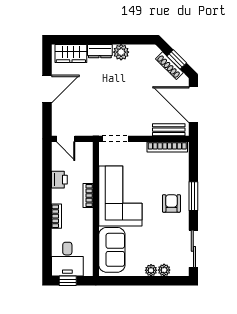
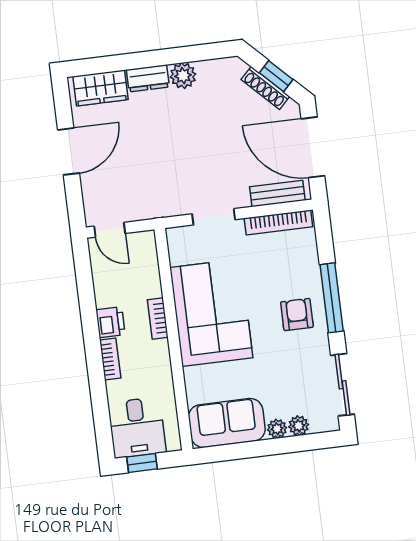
doorway: (115, 139) -> (214, 217), moved
printer: (59, 180) -> (110, 322), moved
window: (193, 196) -> (332, 298), width x1.44
sofa: (112, 250) -> (227, 423), moved, turned -90

